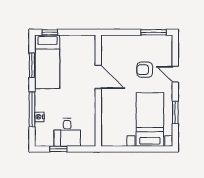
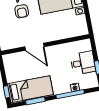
door: (98, 77) -> (34, 47), swing flipped

